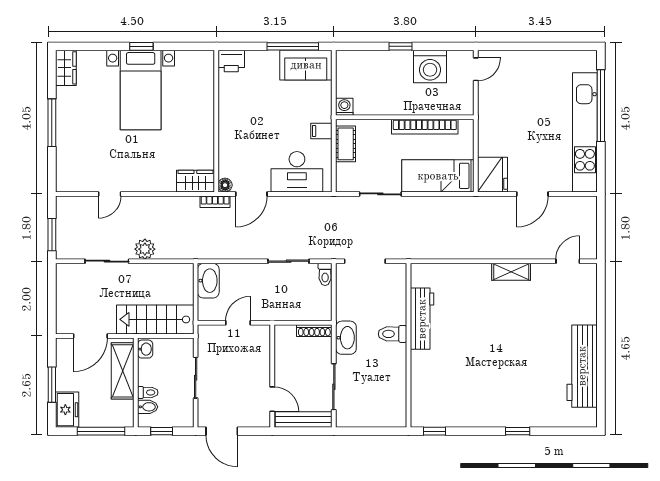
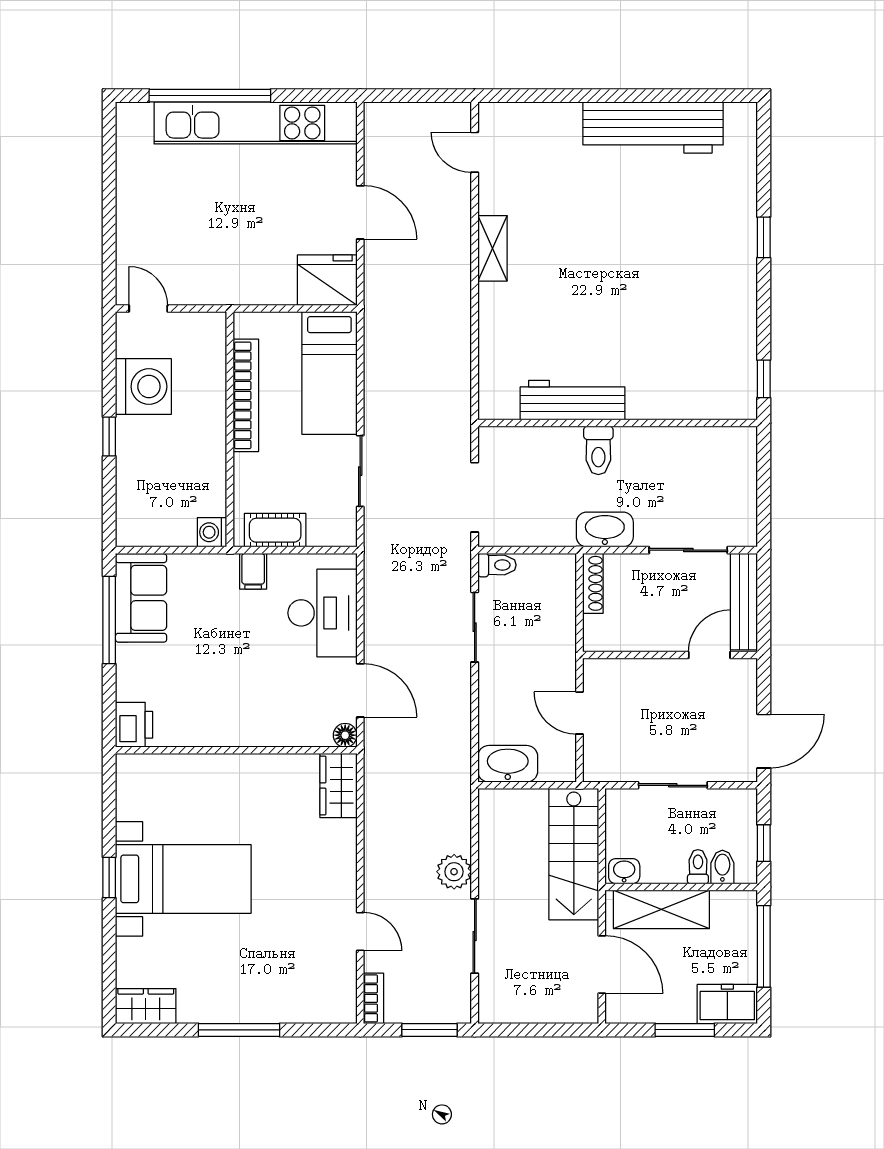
bookcase: (215, 202) -> (373, 998), moved

